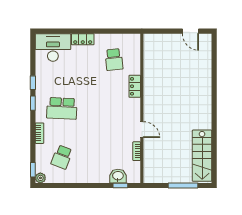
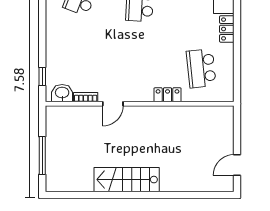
school desk: (114, 60) -> (201, 68), width x1.85
stairs: (202, 156) -> (127, 180), moved
washbasin: (118, 176) -> (62, 93), moved, turned -90

